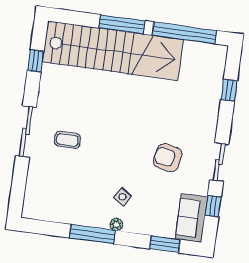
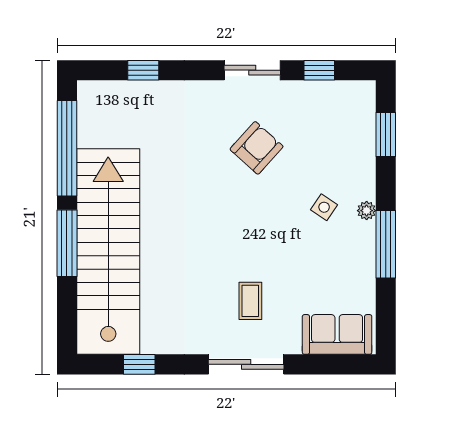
armchair: (168, 158) -> (257, 148), turned -149
sofa: (191, 218) -> (337, 334), moved, turned 180

